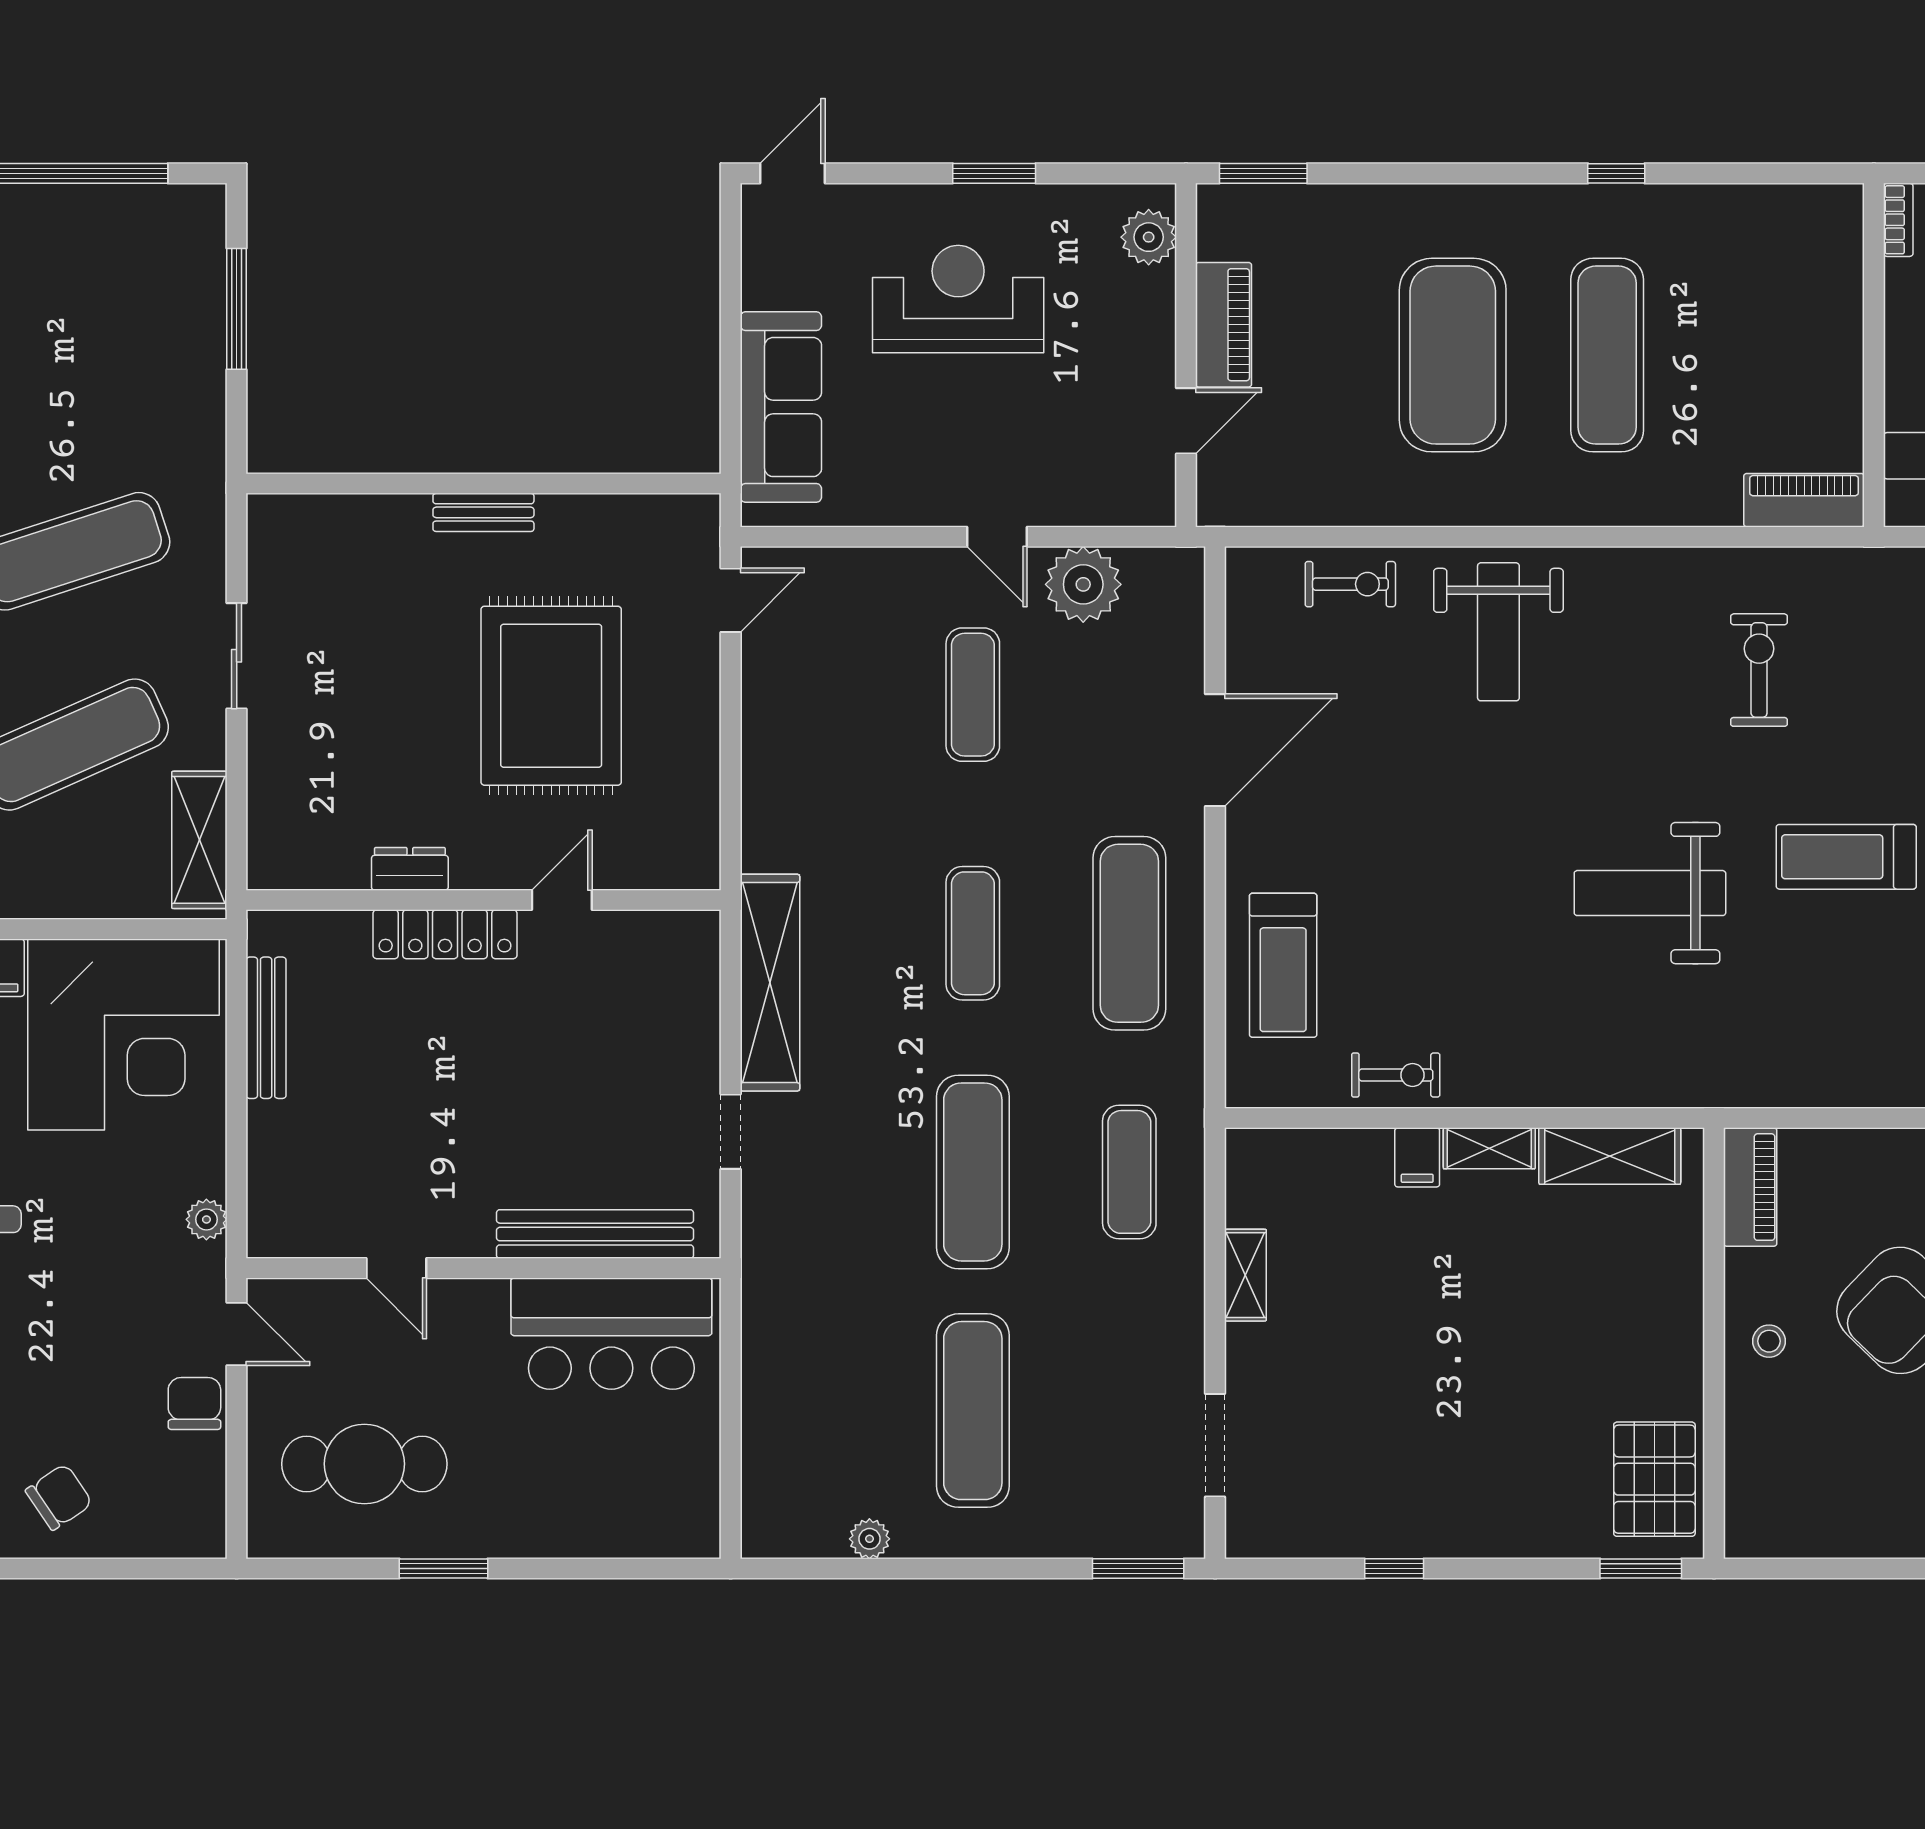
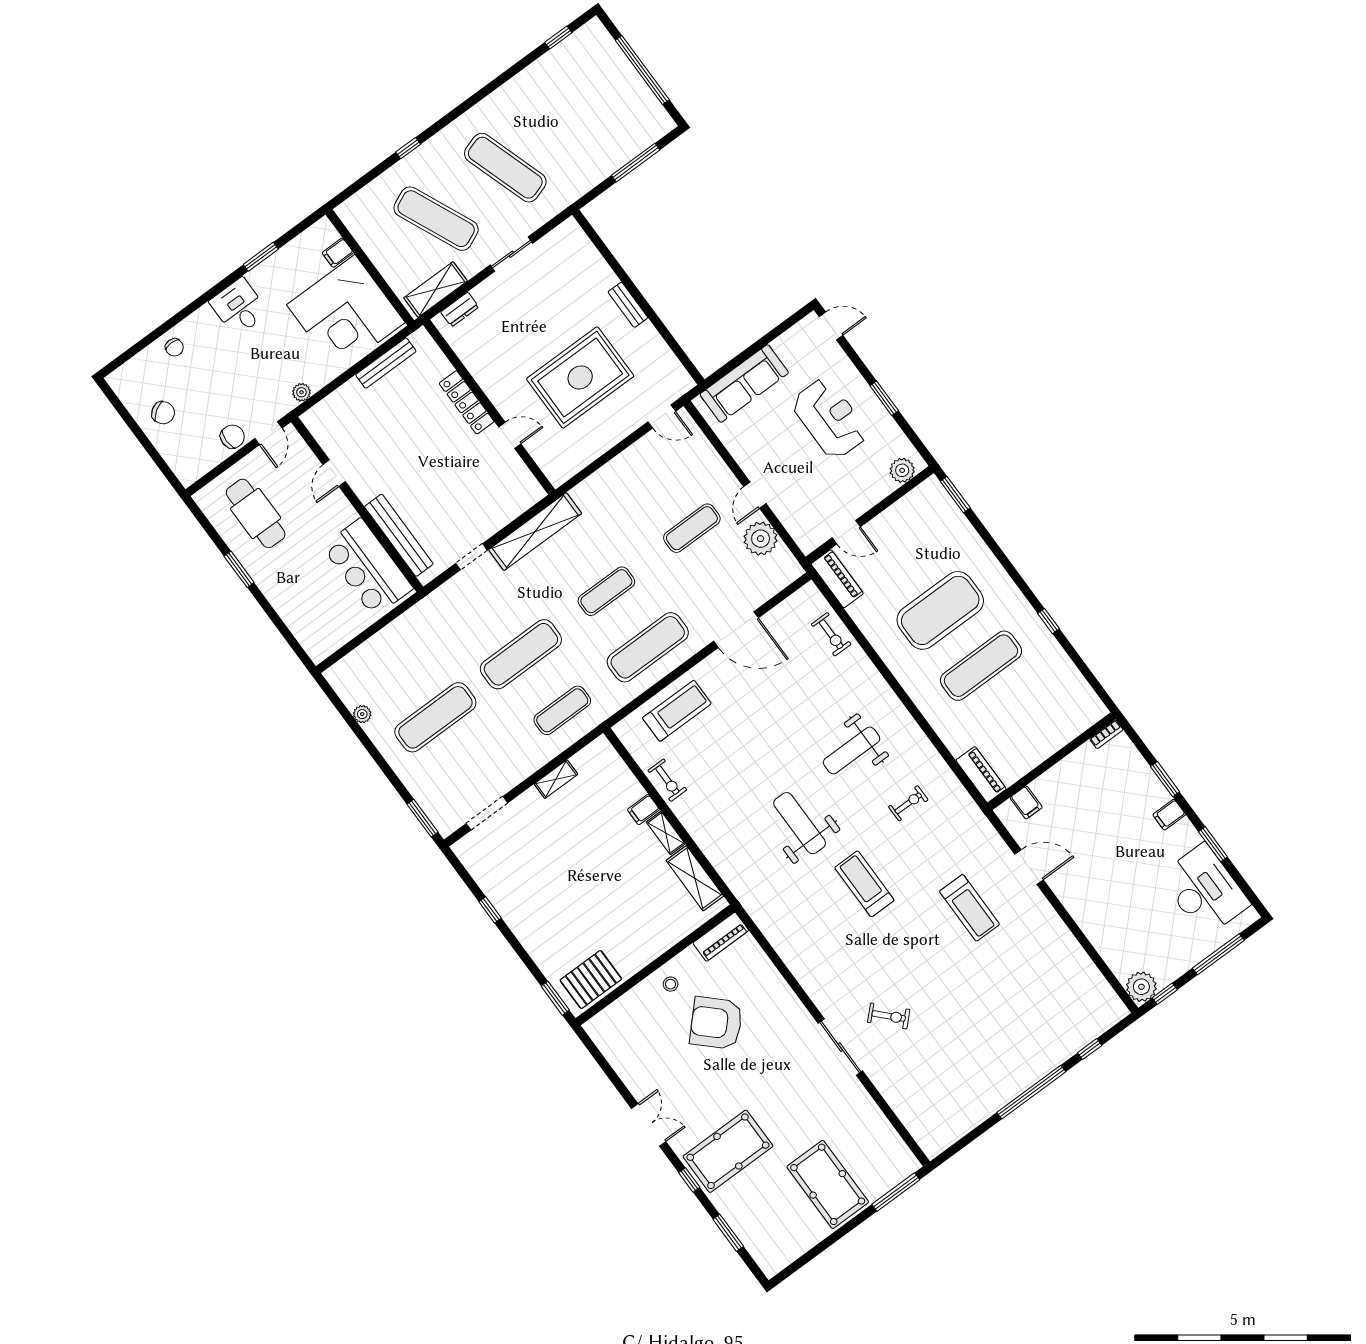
piano: (1224, 325) -> (837, 579), moved, turned -90
weight bench: (1498, 632) -> (852, 750), moved
exercise bike: (1759, 670) -> (908, 803), width x0.73, depth x0.72
dresser: (410, 869) -> (460, 309), moved, turned 90
treadmill: (1283, 965) -> (677, 711), turned 180

